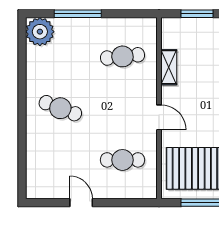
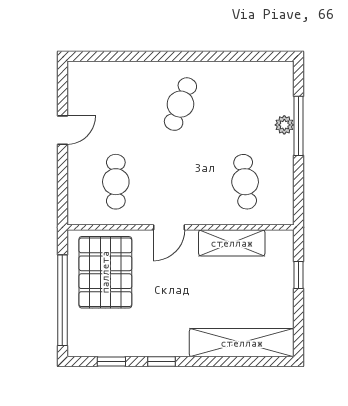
window: (197, 14) -> (298, 275), width x0.67
plant: (40, 32) -> (284, 125), moved, width x0.53, depth x0.53
shelving: (169, 67) -> (232, 243), width x1.50, depth x1.33

